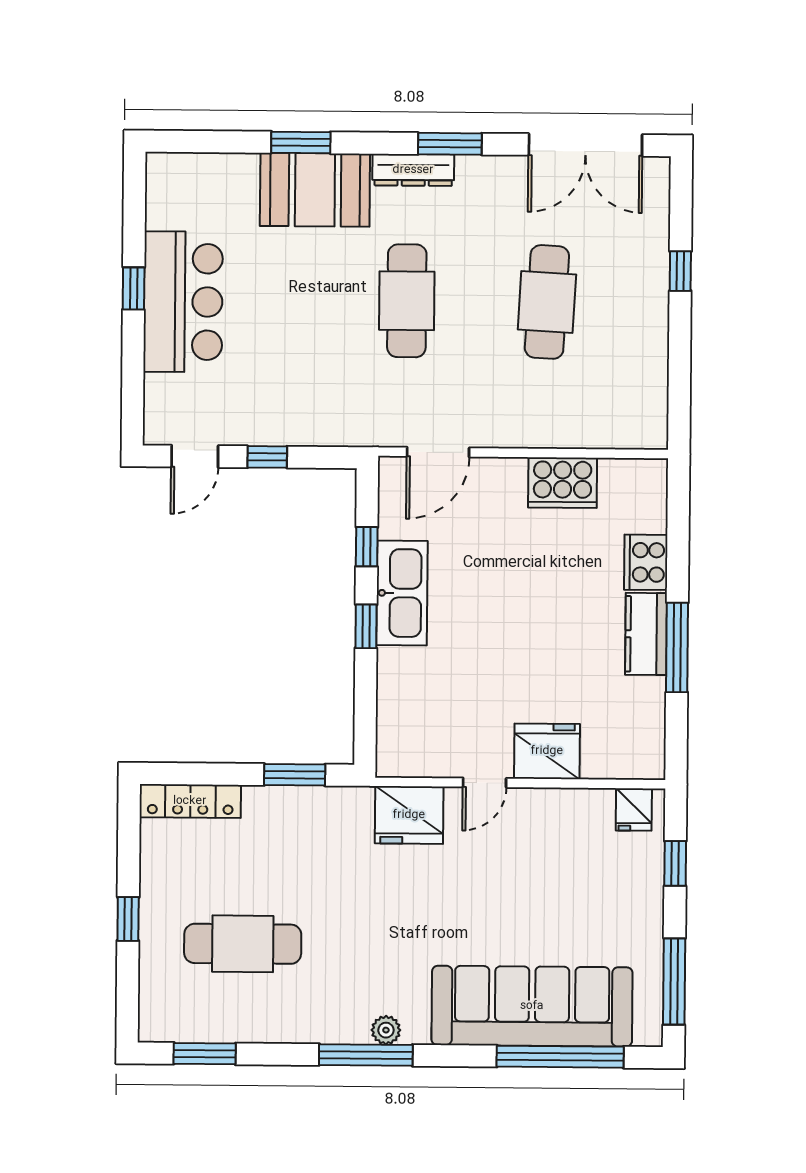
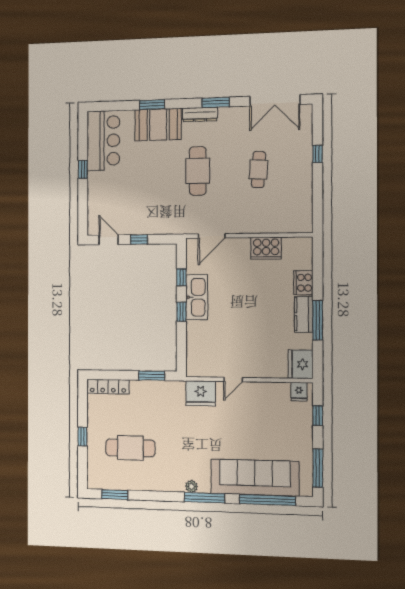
bar counter: (183, 302) -> (103, 141), moved
cafe table: (547, 302) -> (258, 170), width x0.73, depth x0.74
door: (195, 456) -> (109, 240), swing flipped
fridge: (547, 751) -> (301, 364), moved, turned -90
window: (366, 1055) -> (204, 498), moved

